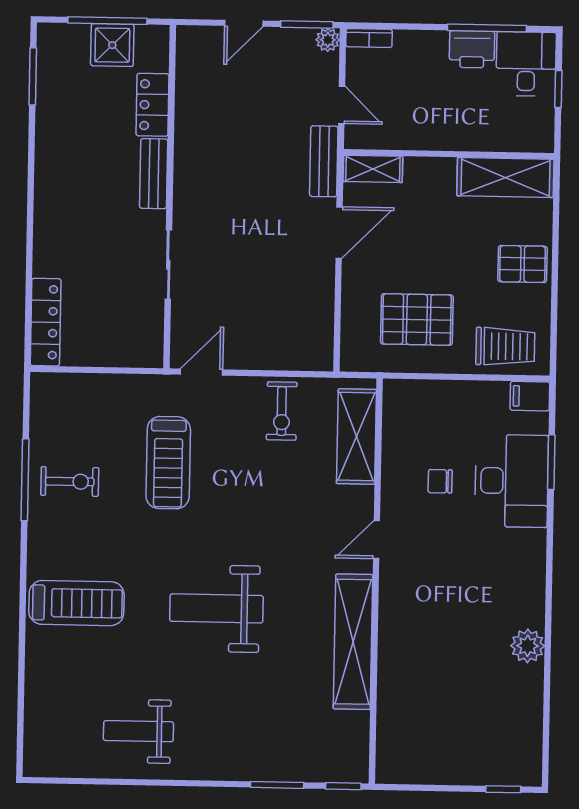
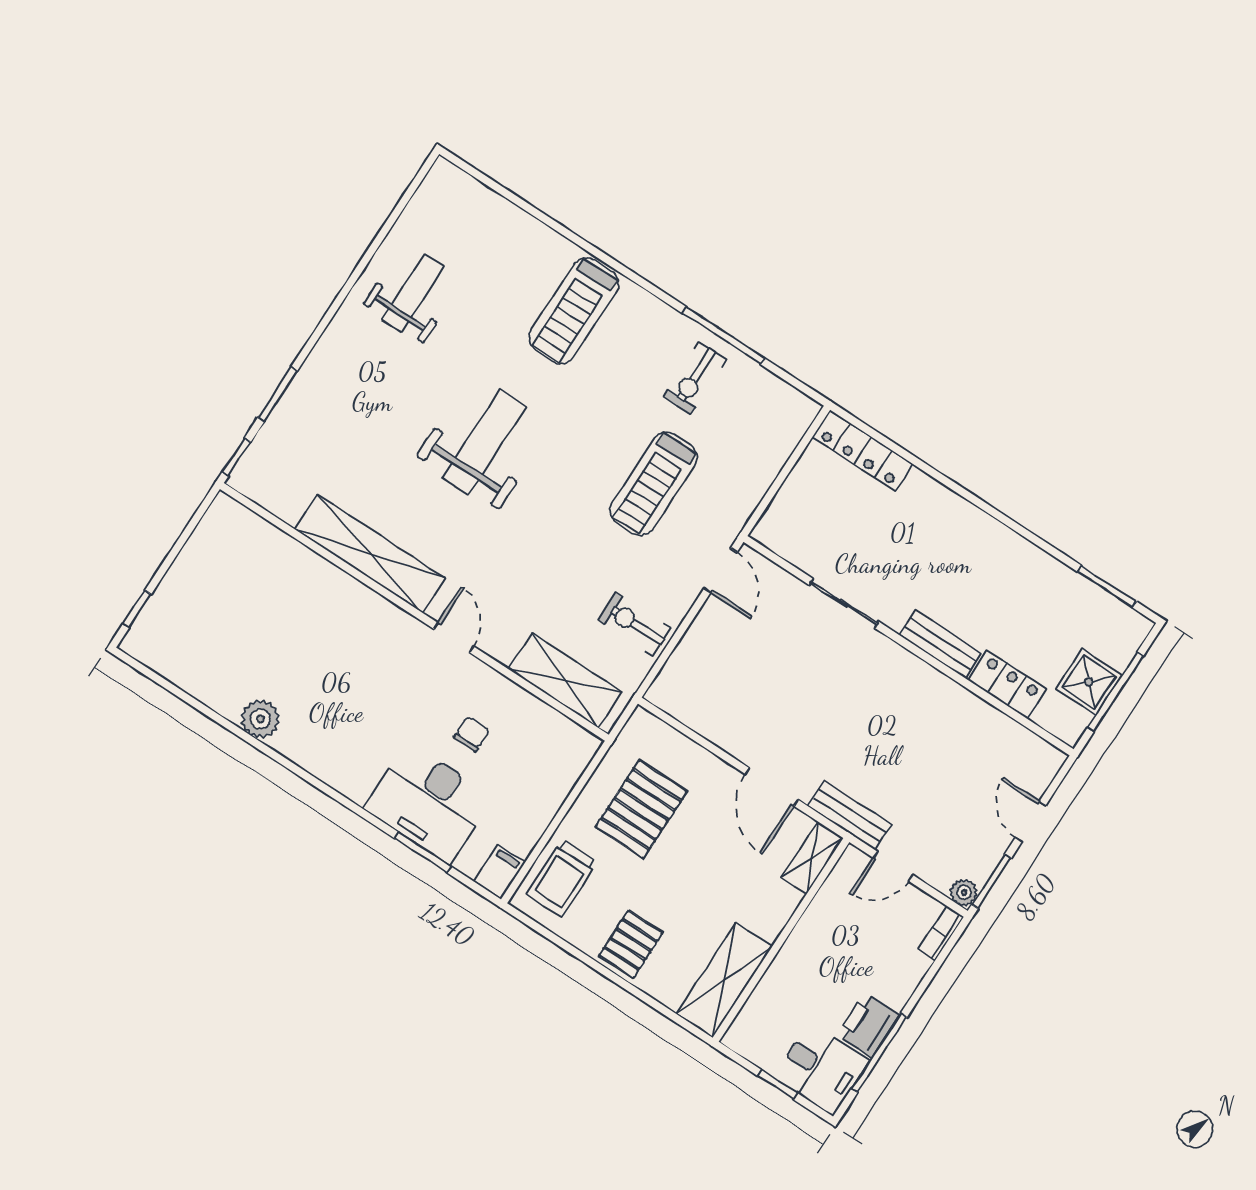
treadmill: (168, 463) -> (654, 484), turned -90

